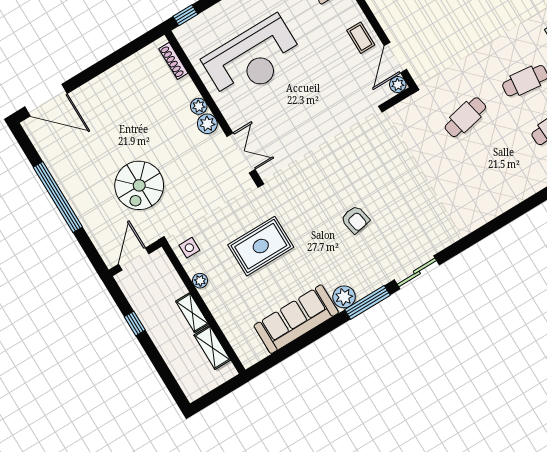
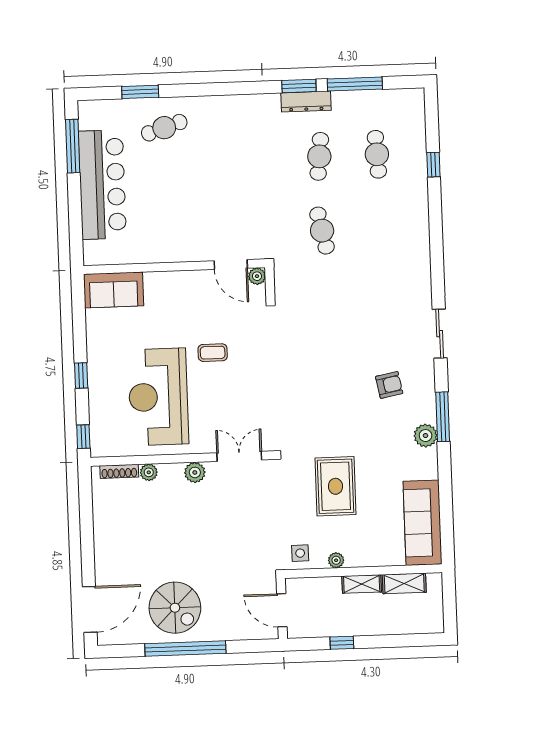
coffee table: (361, 38) -> (213, 353), moved
reception desk: (253, 59) -> (158, 397), turned 180
plant: (199, 106) -> (149, 472), moved
spiral stairs: (139, 185) -> (175, 608), moved
armchair: (355, 220) -> (389, 385), moved
sliding door: (417, 272) -> (440, 334), moved
sofa: (296, 319) -> (423, 523), moved

